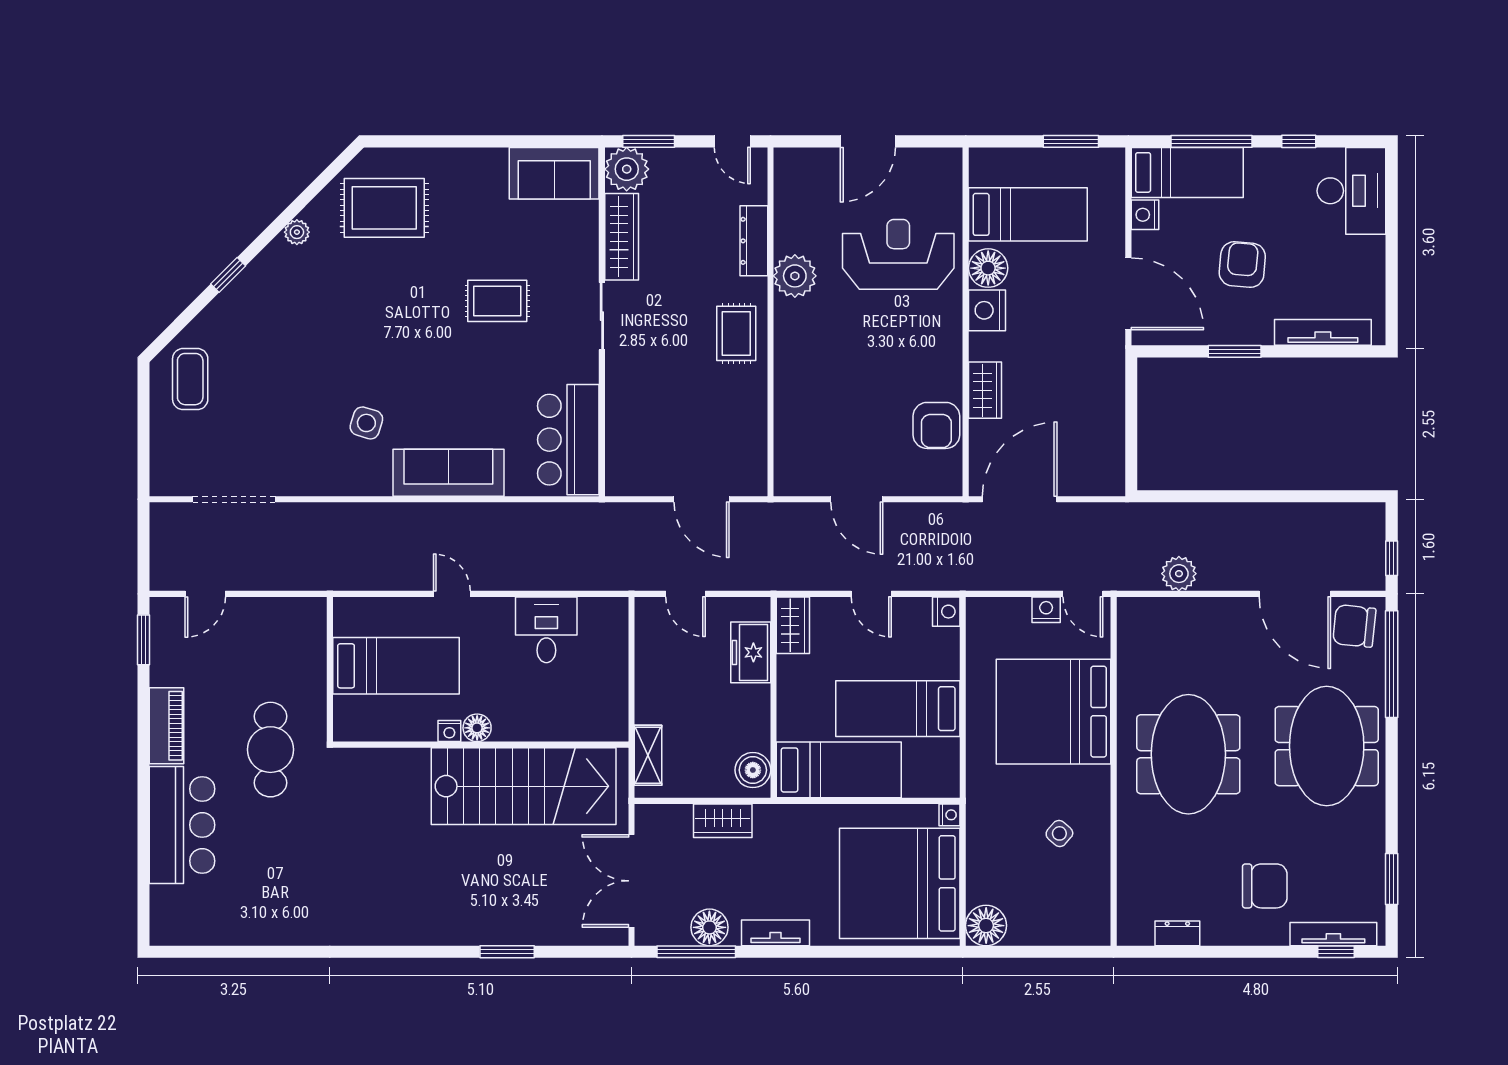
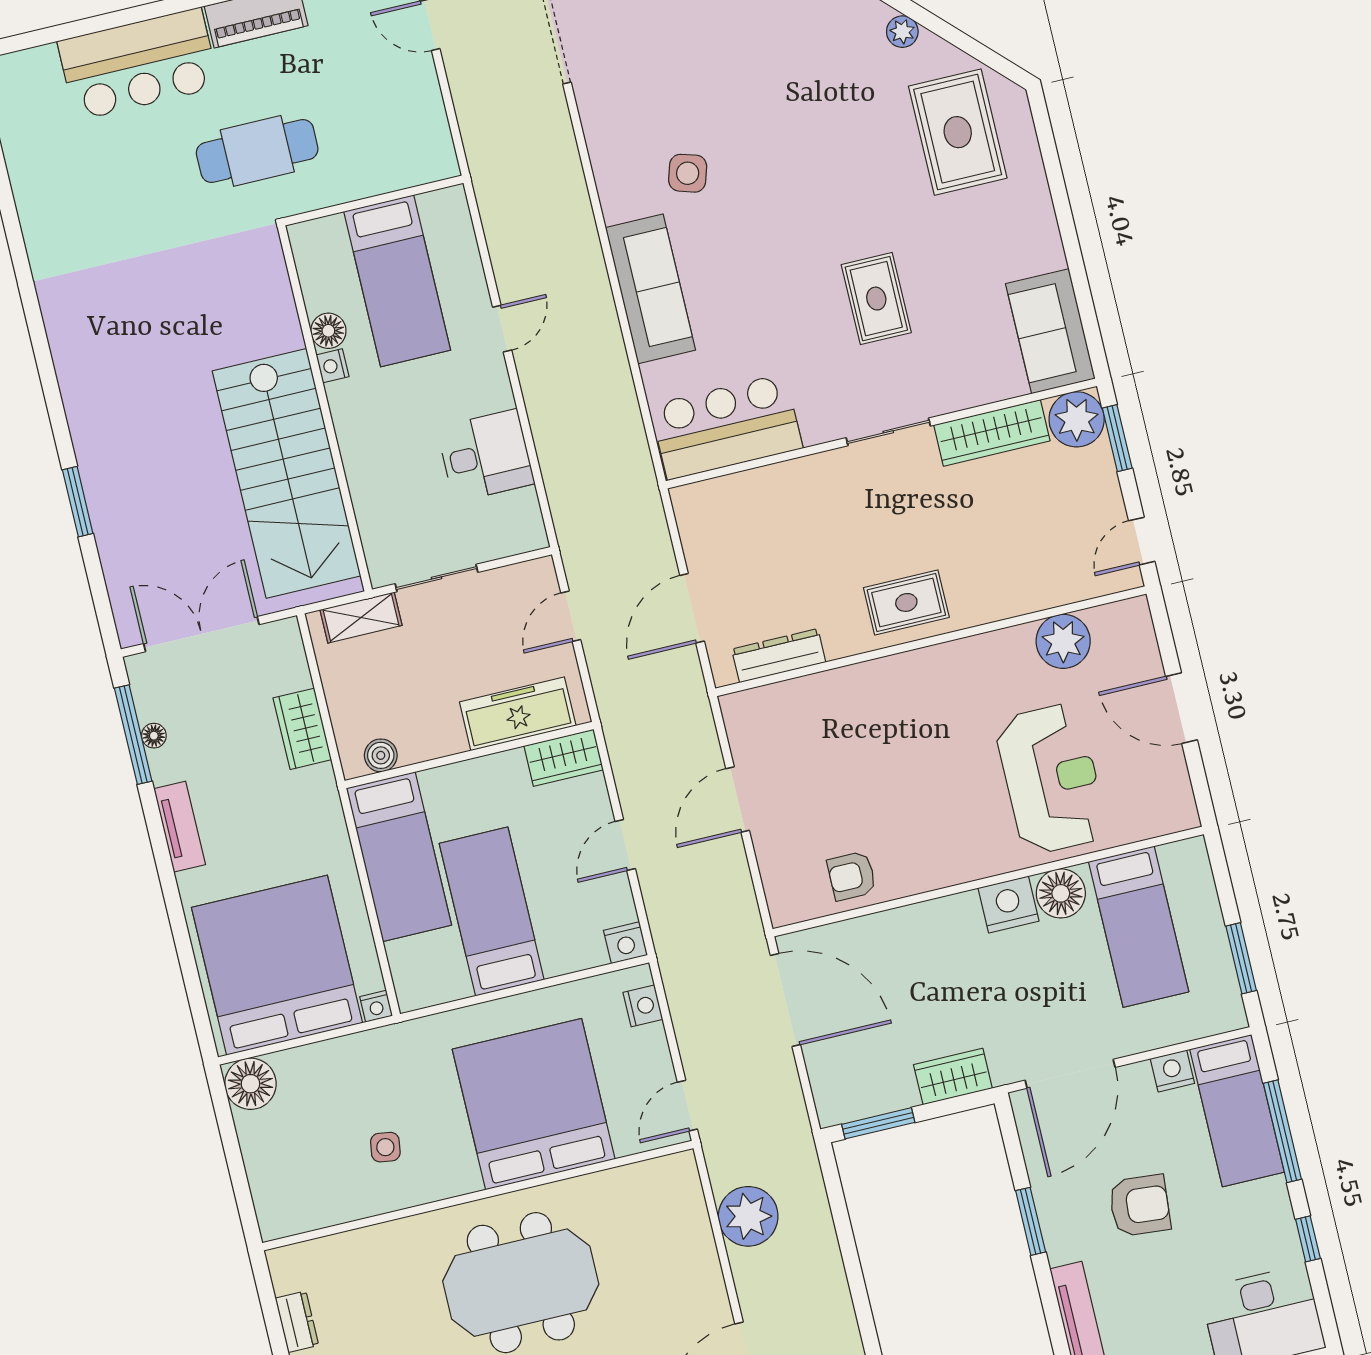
dresser: (754, 241) -> (779, 656), moved
plant: (795, 276) -> (1063, 641), moved
wardrobe: (985, 390) -> (953, 1077), moved, turned 180
armchair: (936, 425) -> (852, 876), width x0.72, depth x0.72
window: (1131, 450) -> (878, 1123), added
plant: (1179, 574) -> (748, 1216), width x1.36, depth x1.36
nightstand: (1046, 610) -> (643, 1006), moved
freezer: (751, 652) -> (518, 714), width x1.40
sliding door: (631, 690) -> (436, 578), added
floor lamp: (477, 728) -> (328, 331), moved
boiler: (753, 770) -> (381, 755), width x0.73, depth x0.73
side table: (1059, 833) -> (385, 1147), turned -32
floor lamp: (709, 927) -> (154, 736), width x0.53, depth x0.53

